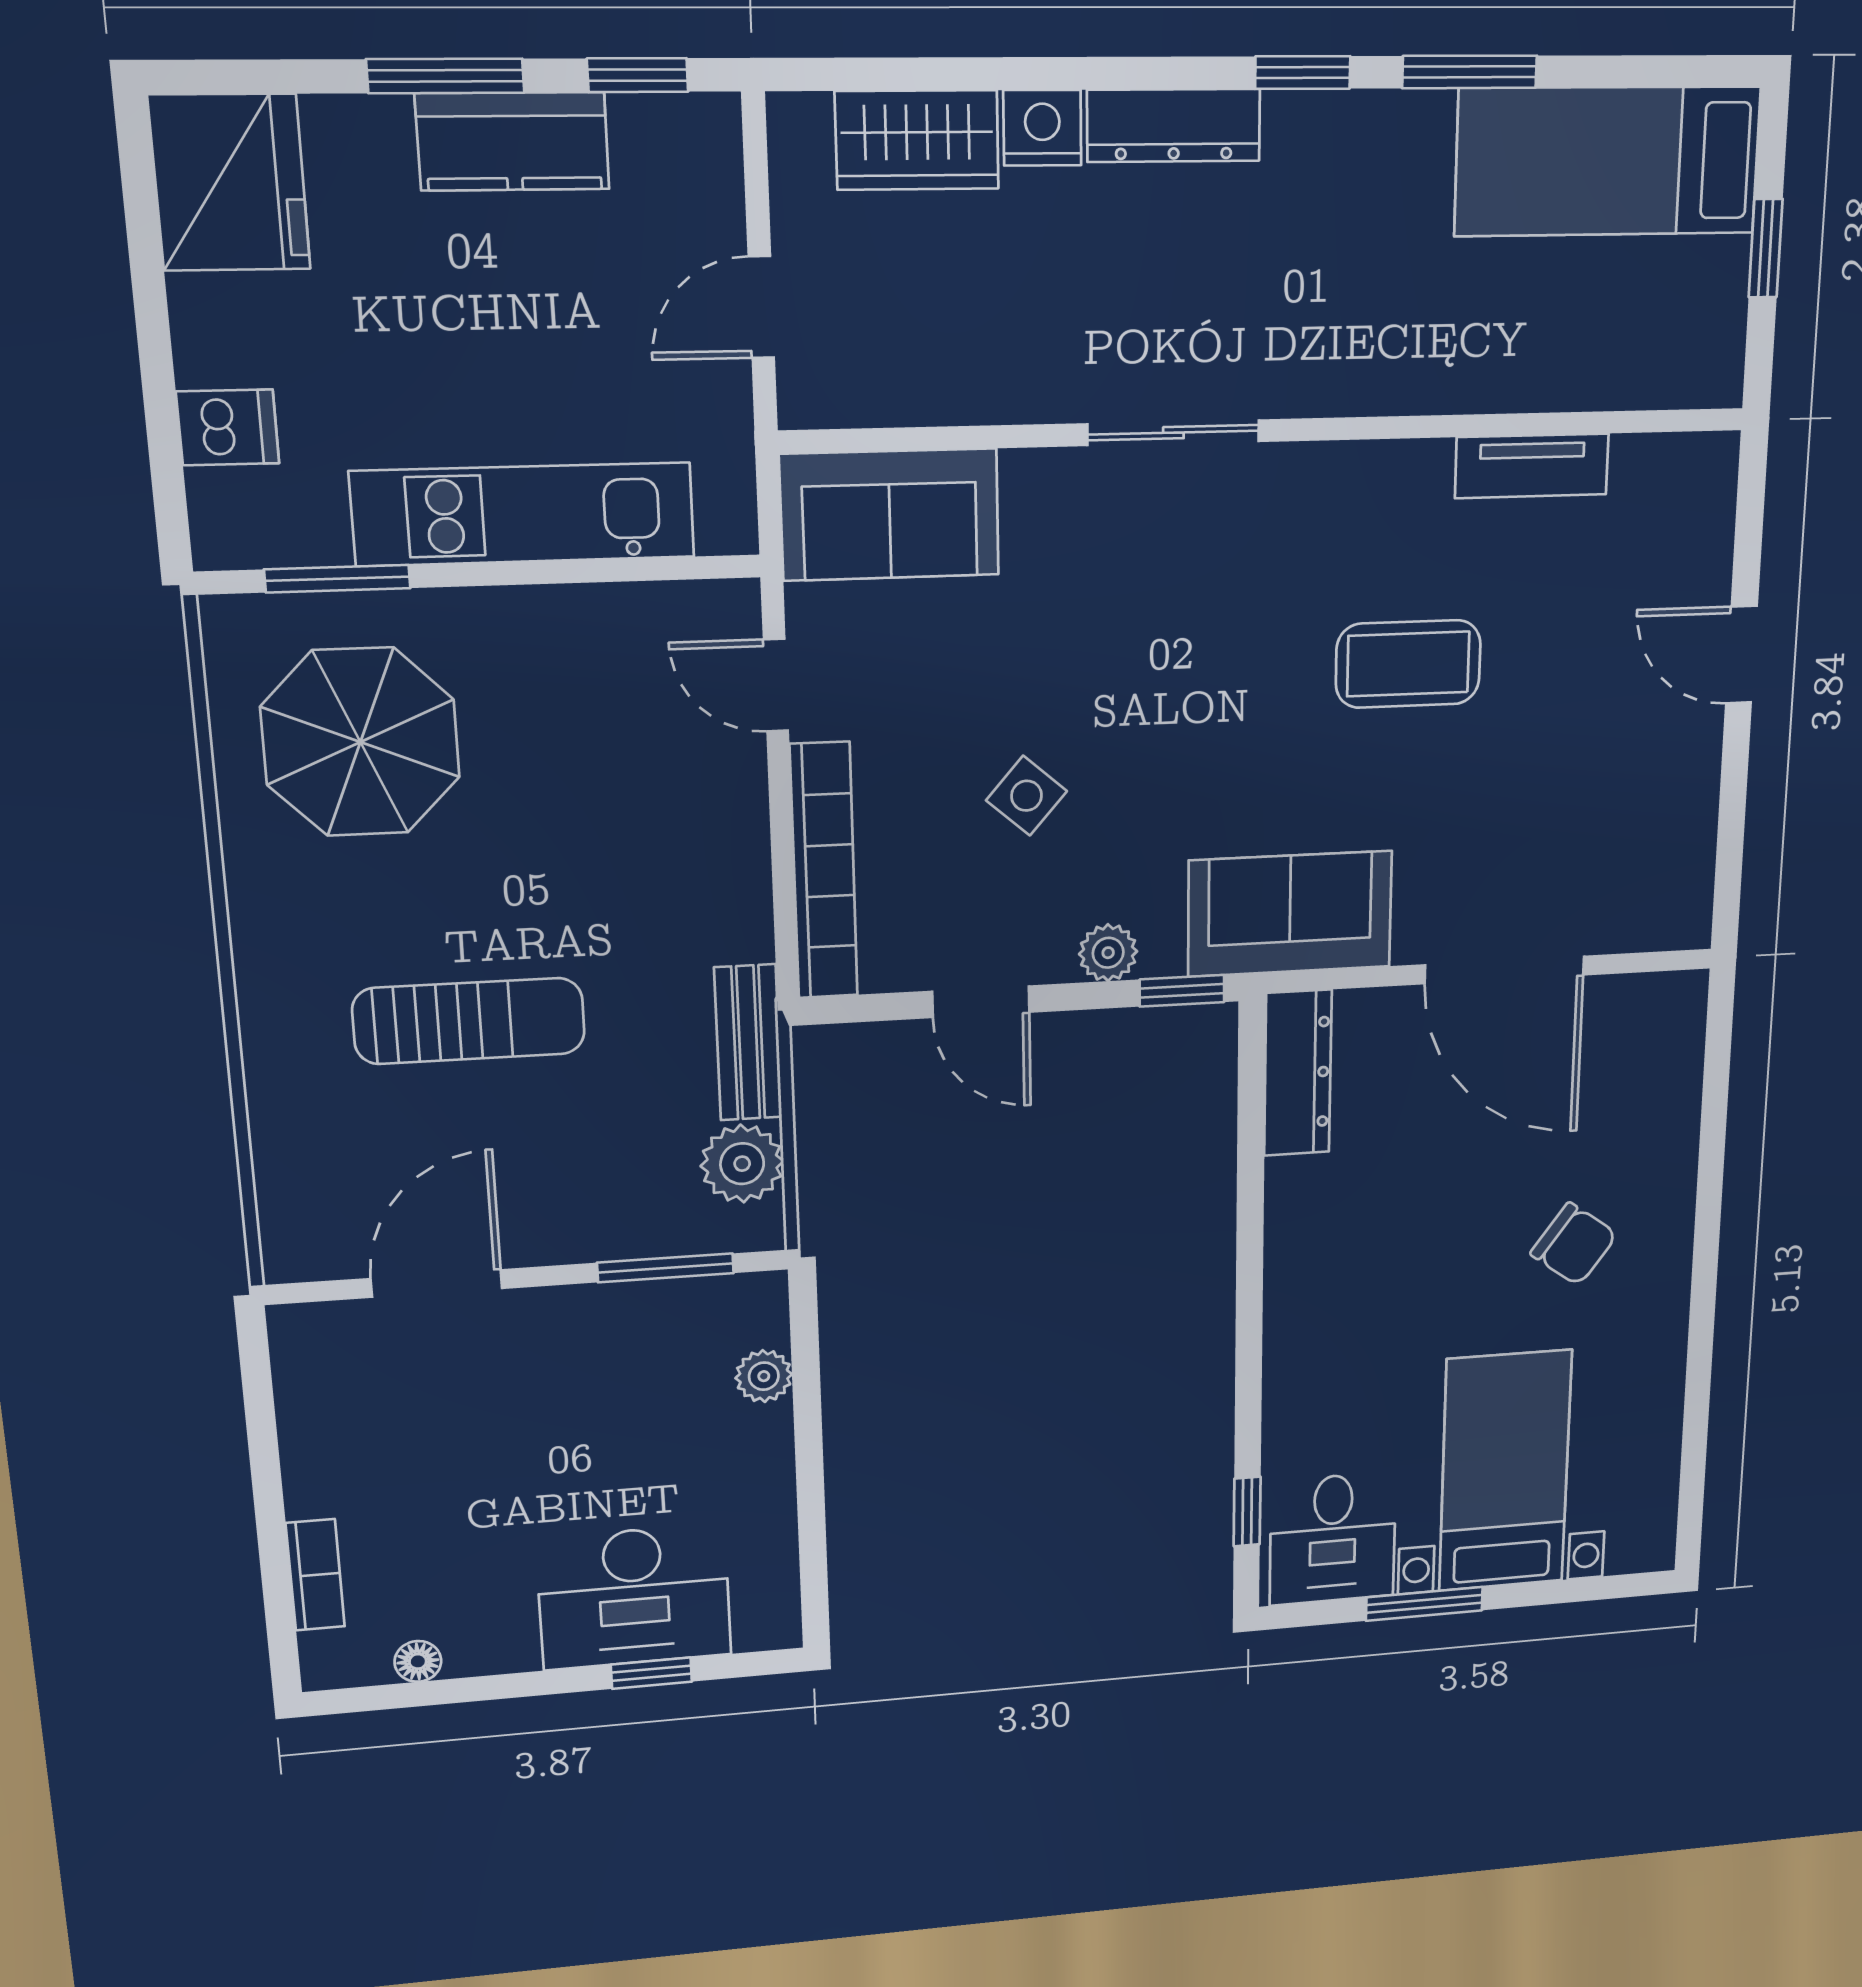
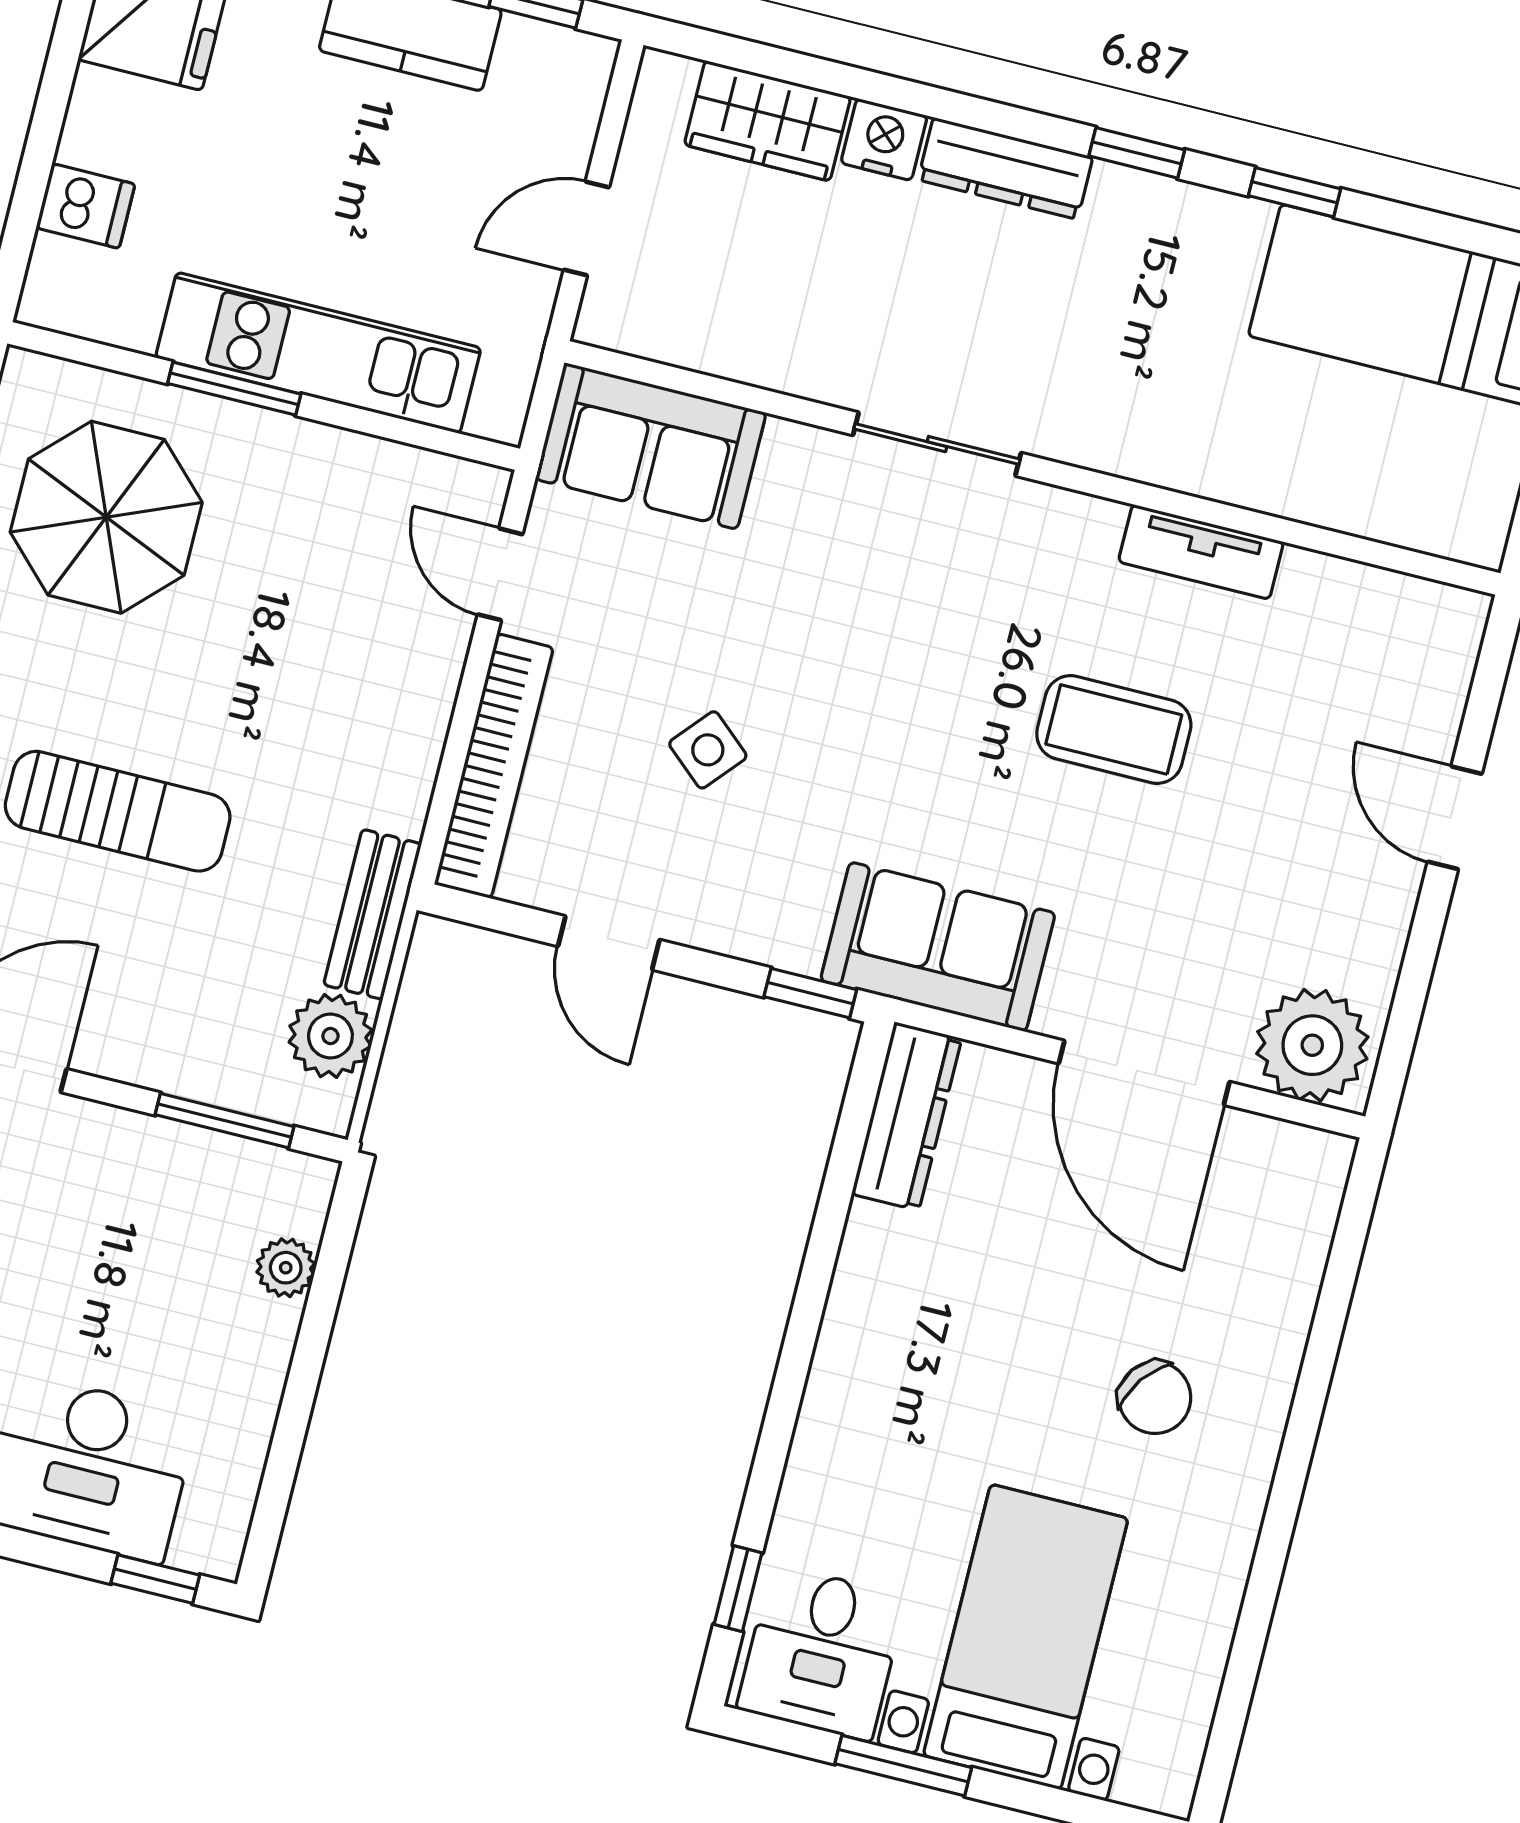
window: (1470, 72) -> (1294, 192), width x0.67
tv unit: (1532, 466) -> (1201, 552), moved
window: (337, 579) -> (234, 389), moved
plant: (1108, 953) -> (1312, 1045), moved, width x1.87, depth x1.87
window: (651, 1673) -> (155, 1579), moved

